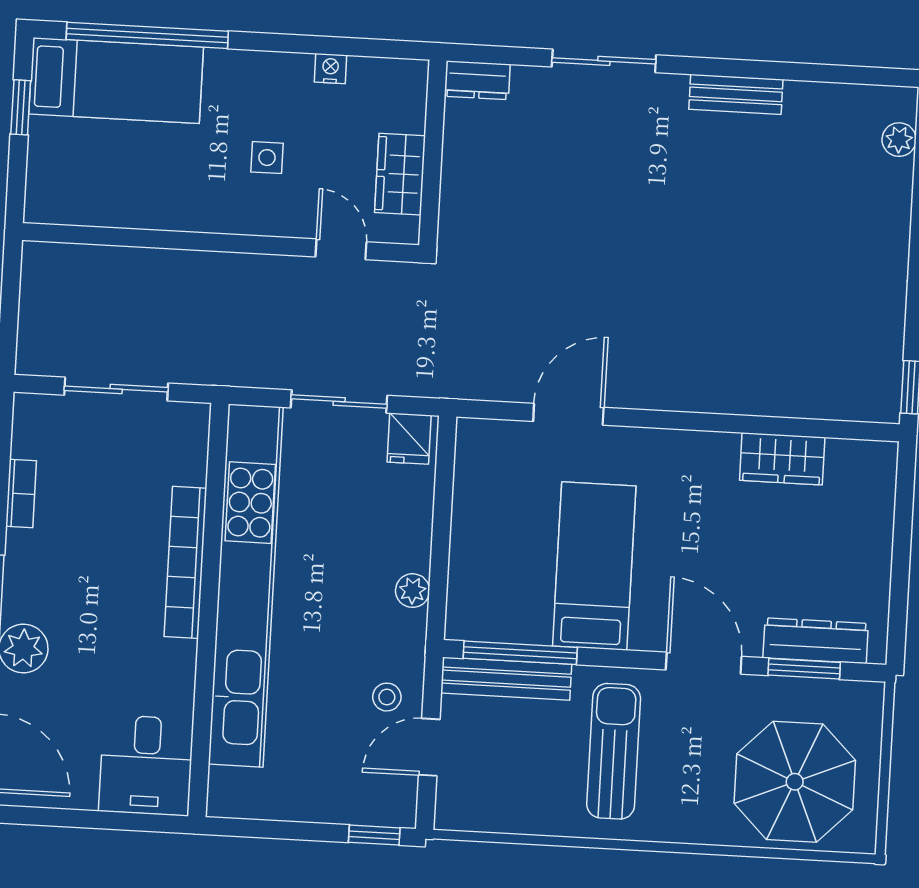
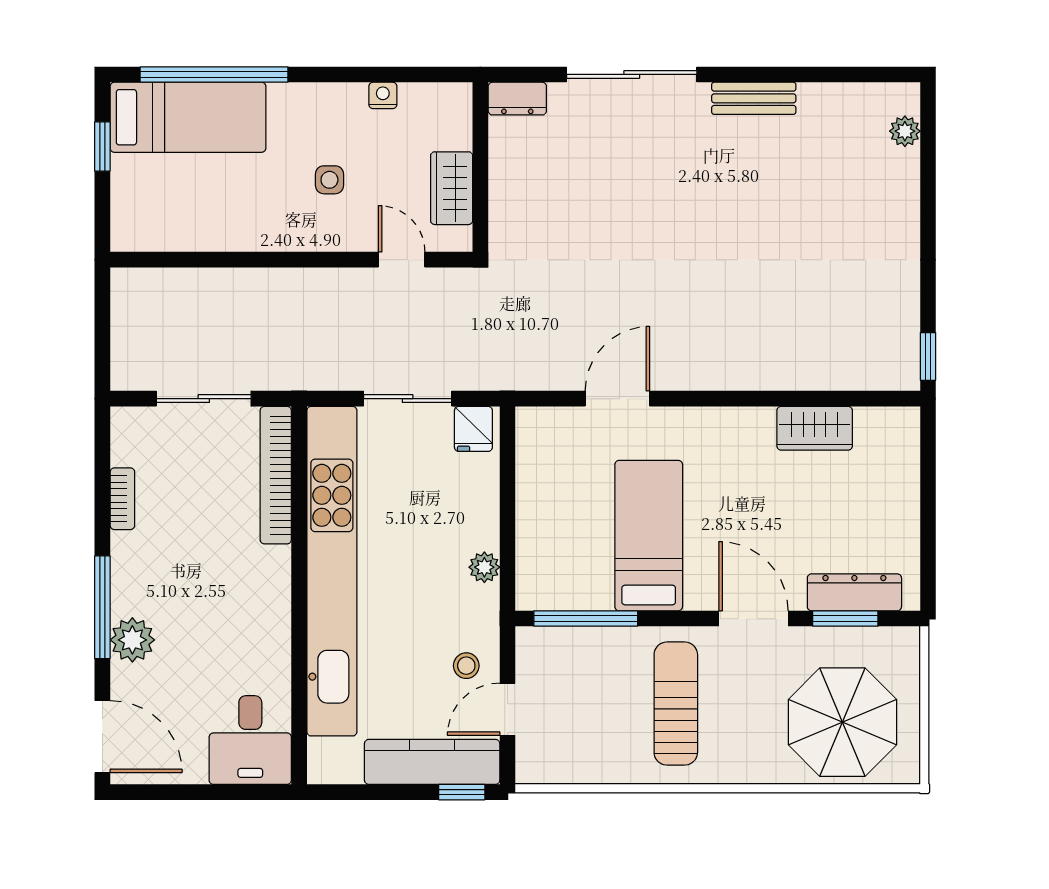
sliding door: (604, 61) -> (632, 74), width x1.37
bookcase: (185, 562) -> (276, 475), moved
bench: (506, 679) -> (574, 643), removed
kitchen counter: (344, 800) -> (432, 762), added

